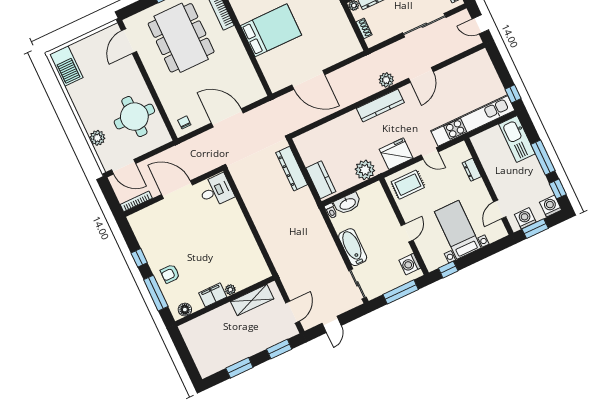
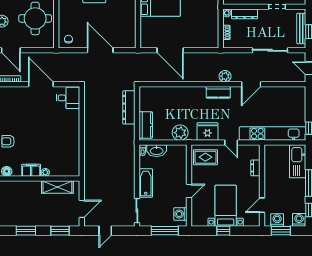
kitchen counter: (380, 105) -> (218, 92), width x0.67
window: (448, 270) -> (223, 231), moved

